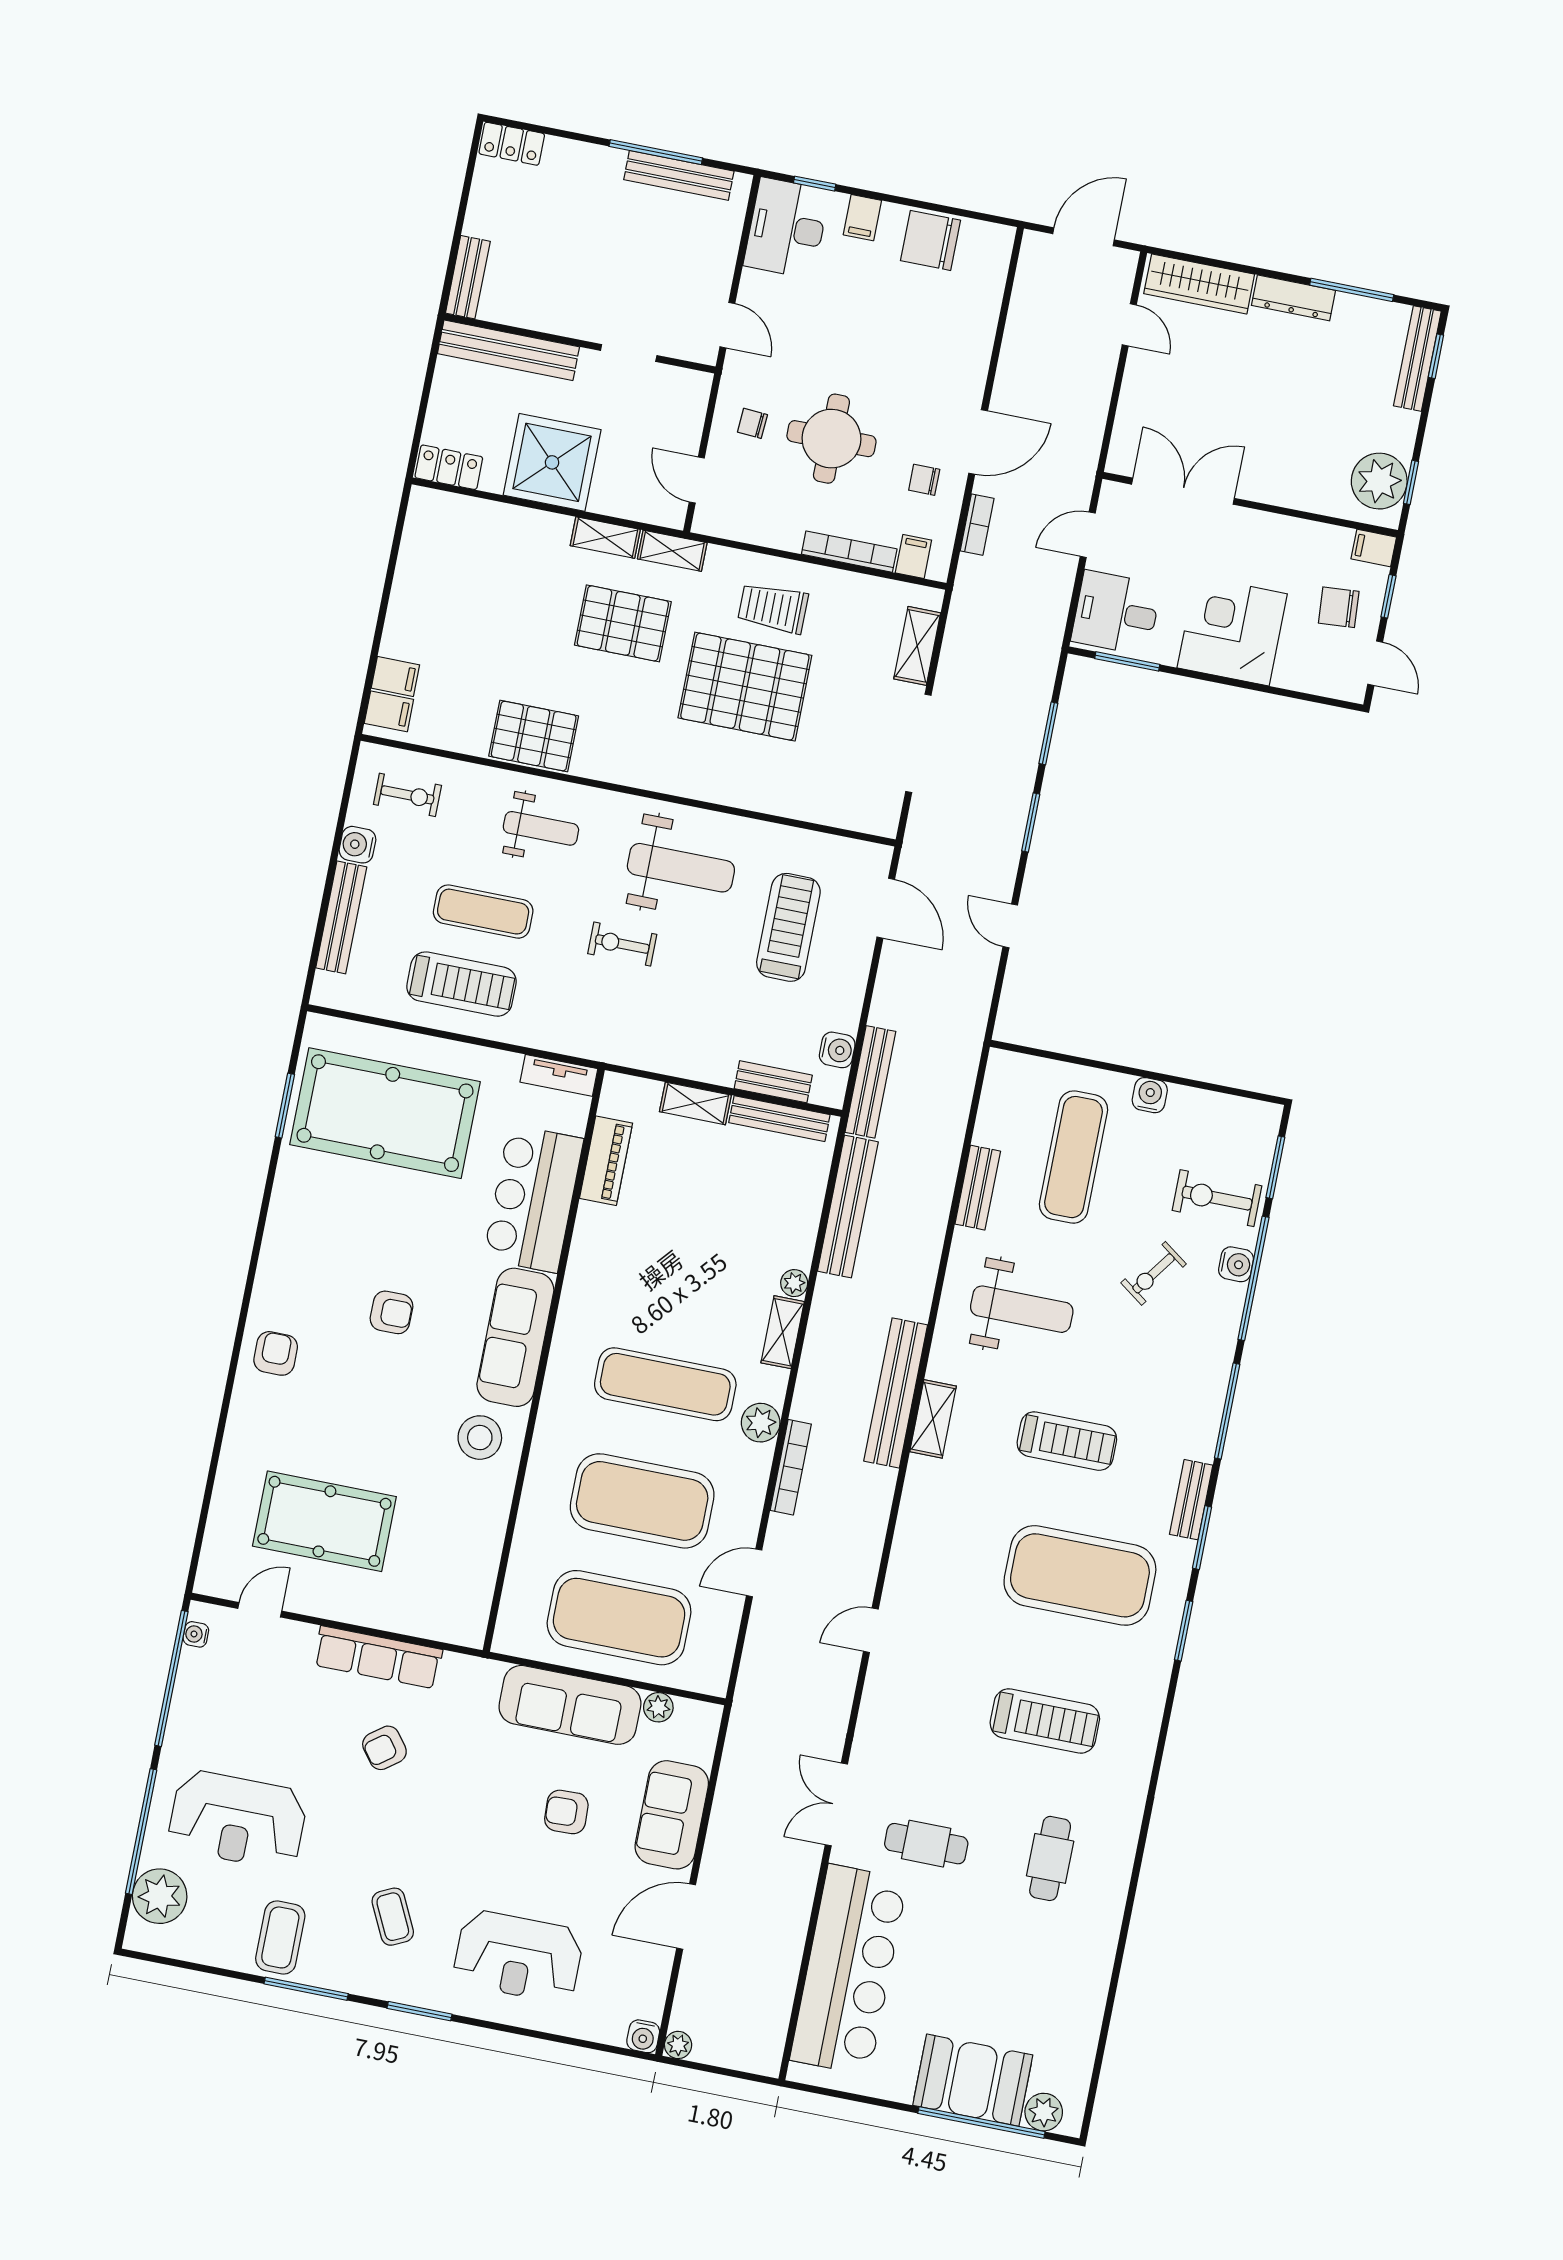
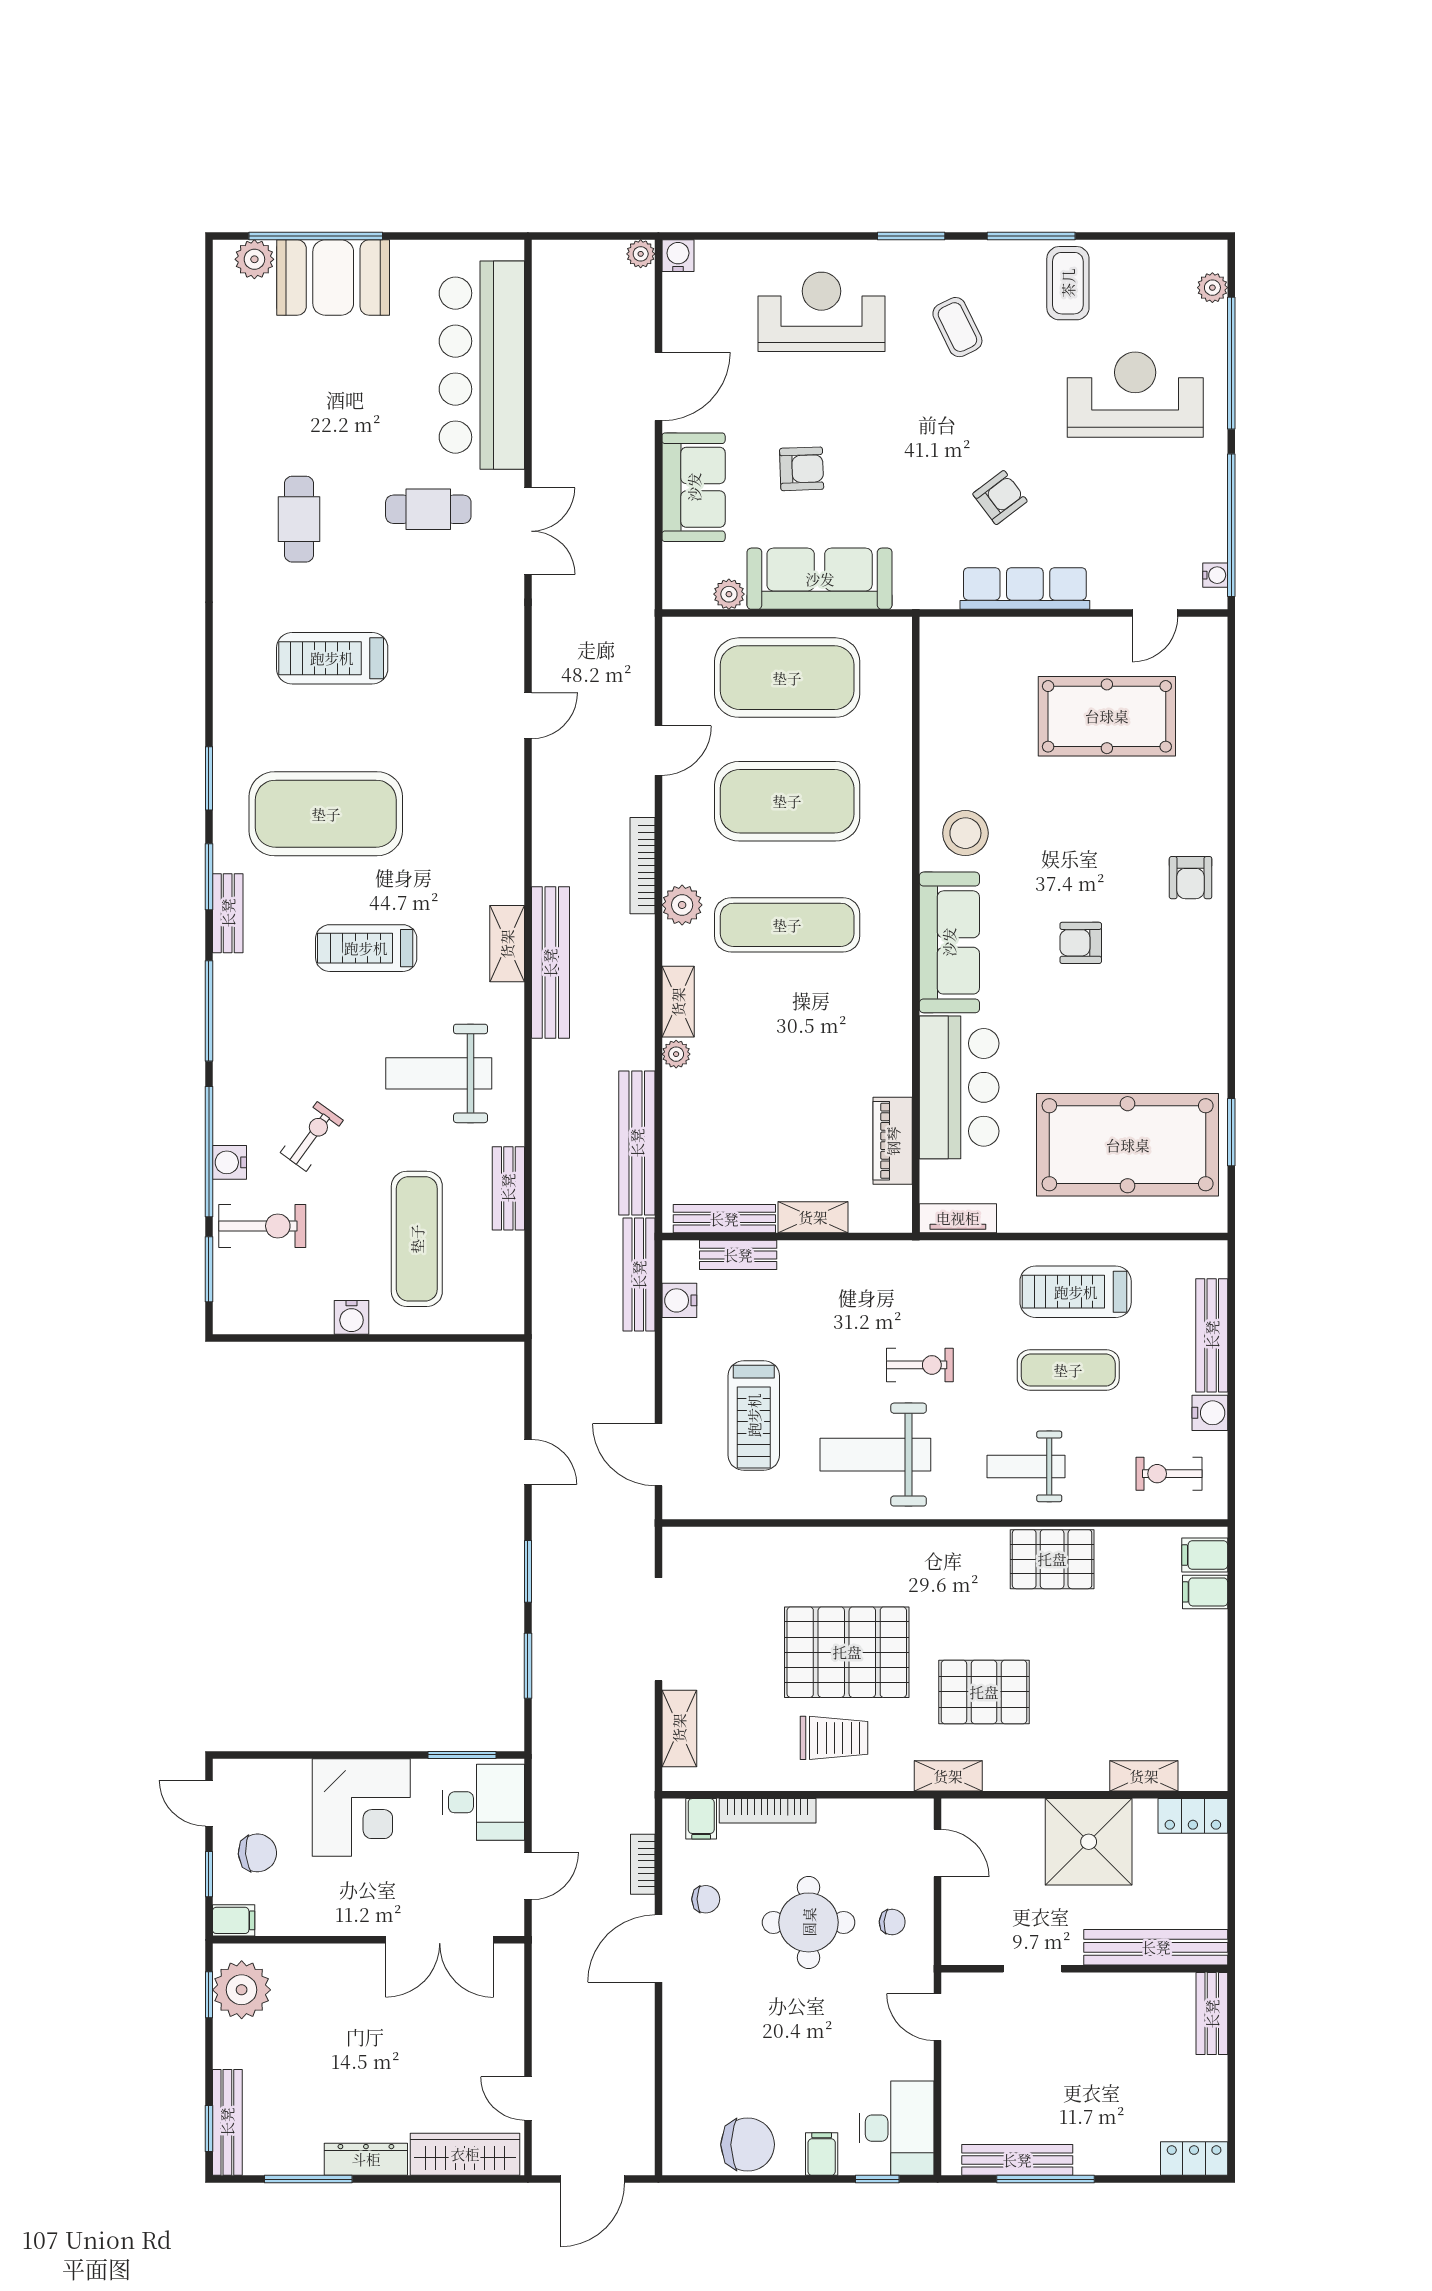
shelving: (605, 538) -> (1144, 1776), moved
plant: (160, 1896) -> (1212, 288), width x0.53, depth x0.53

